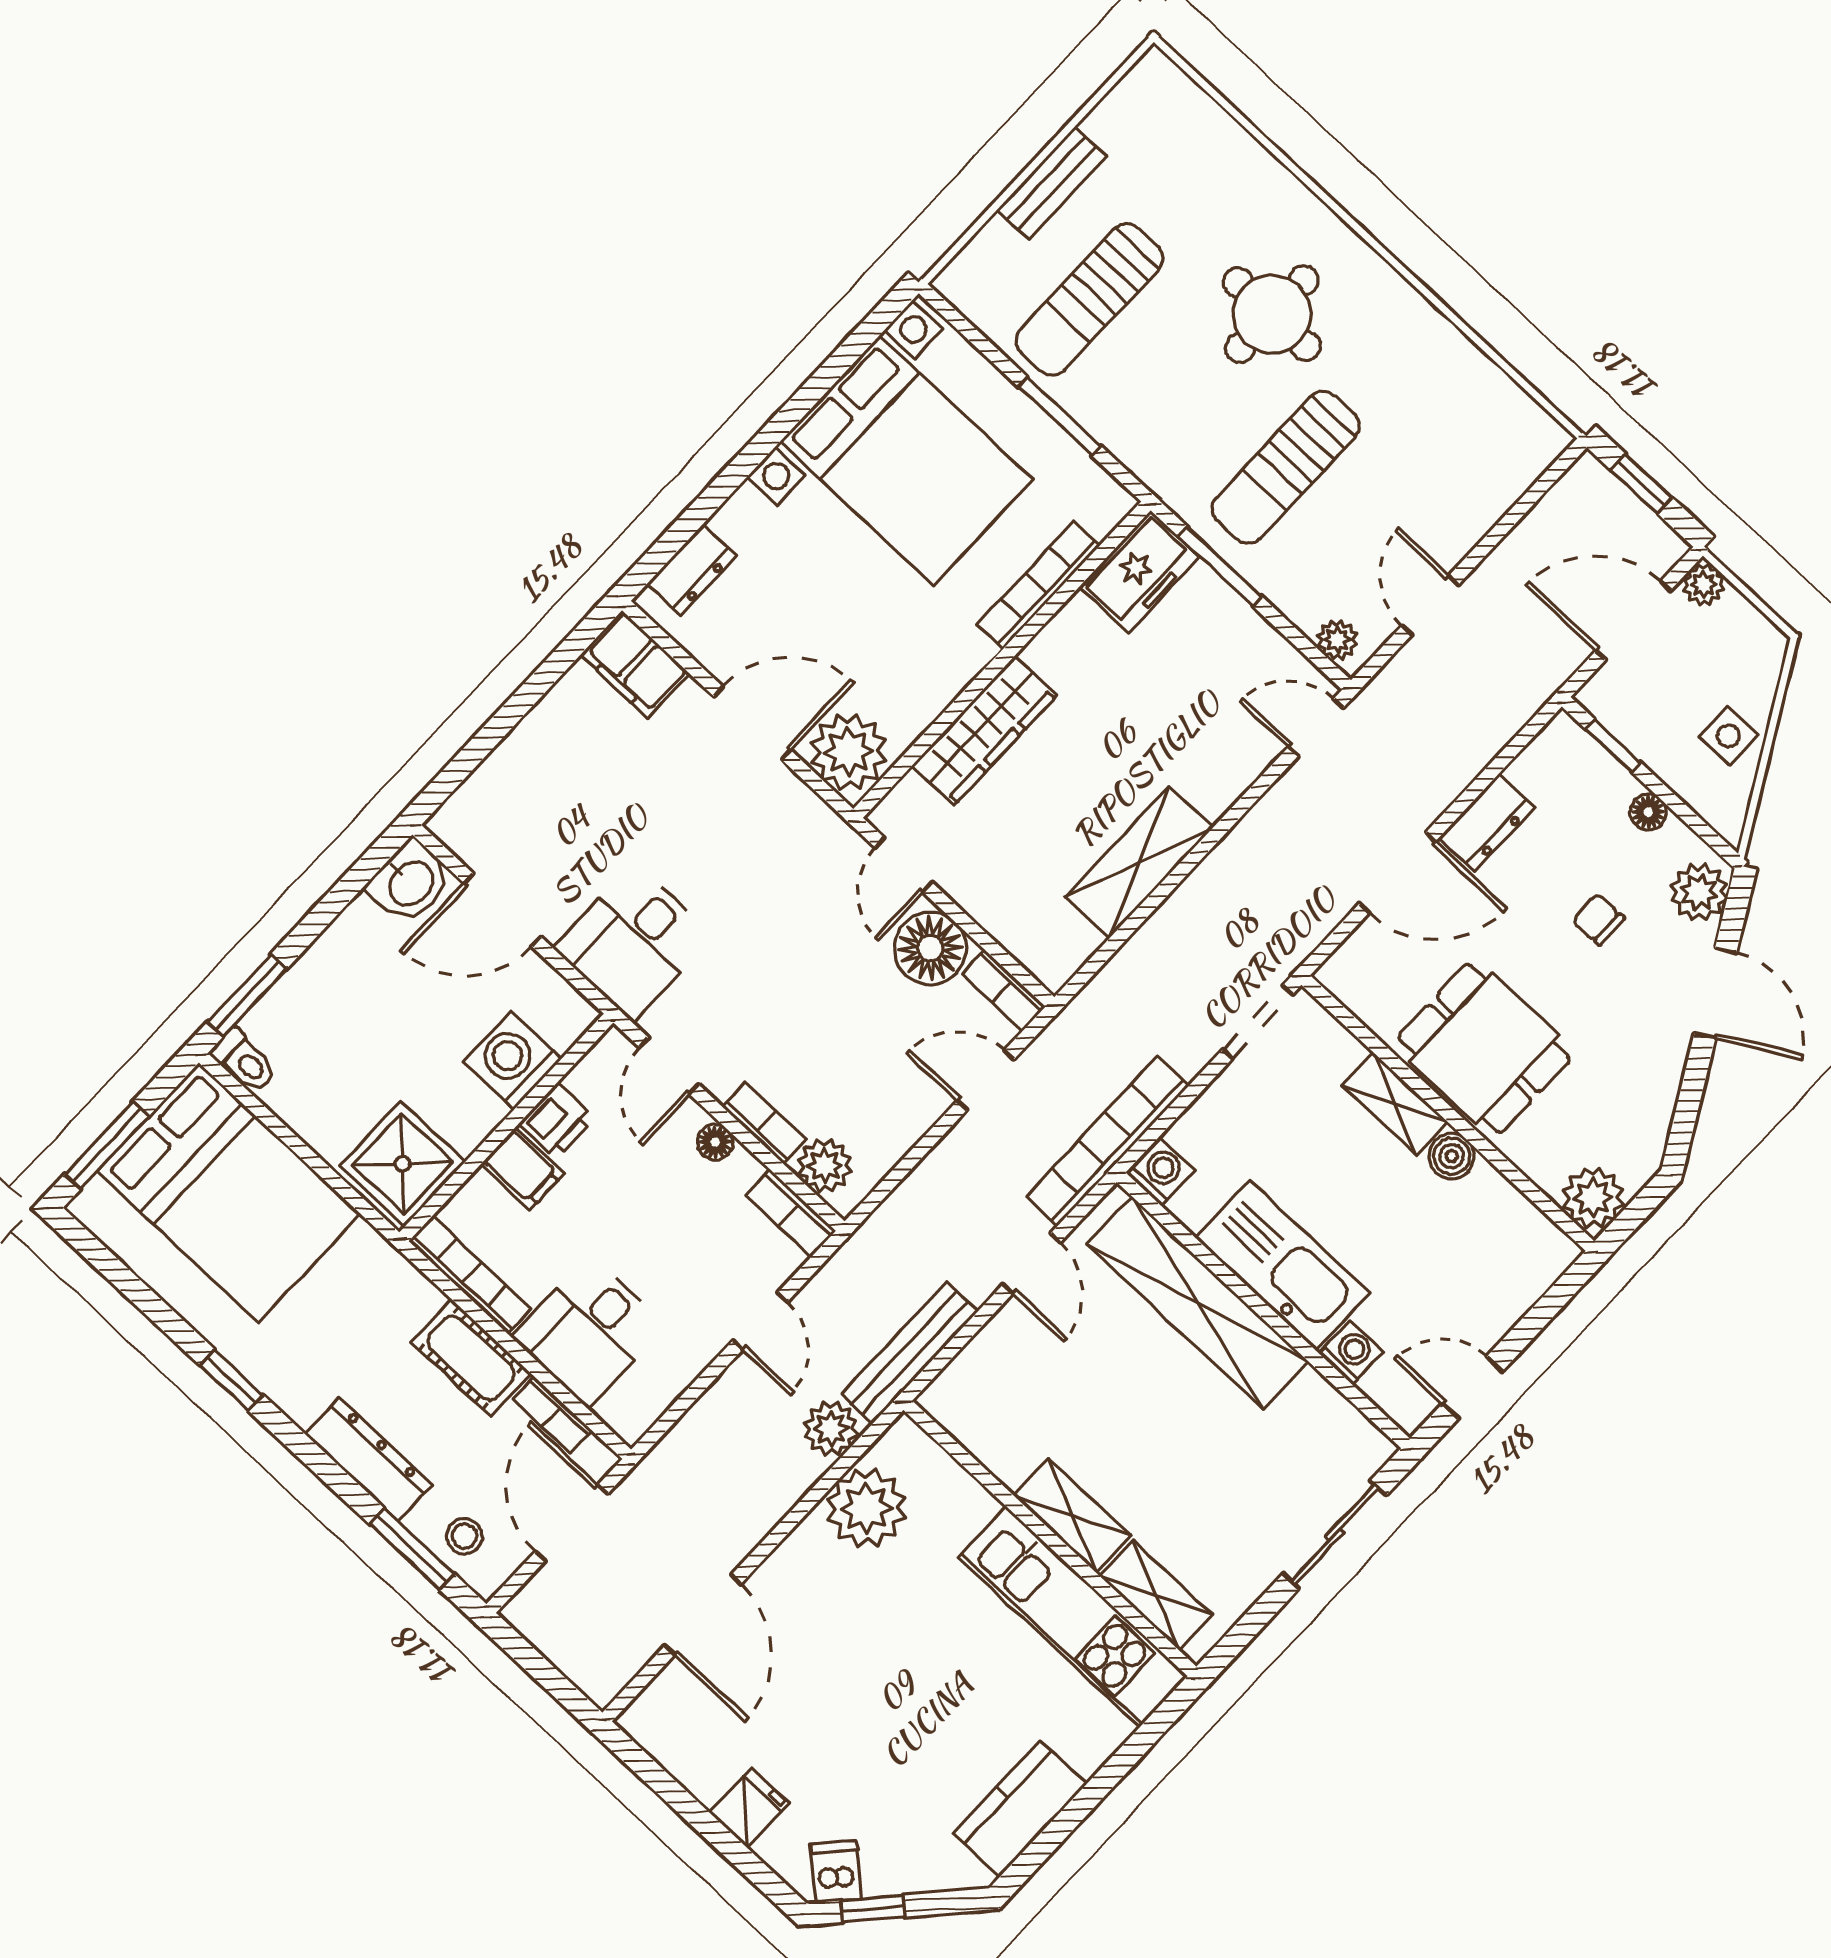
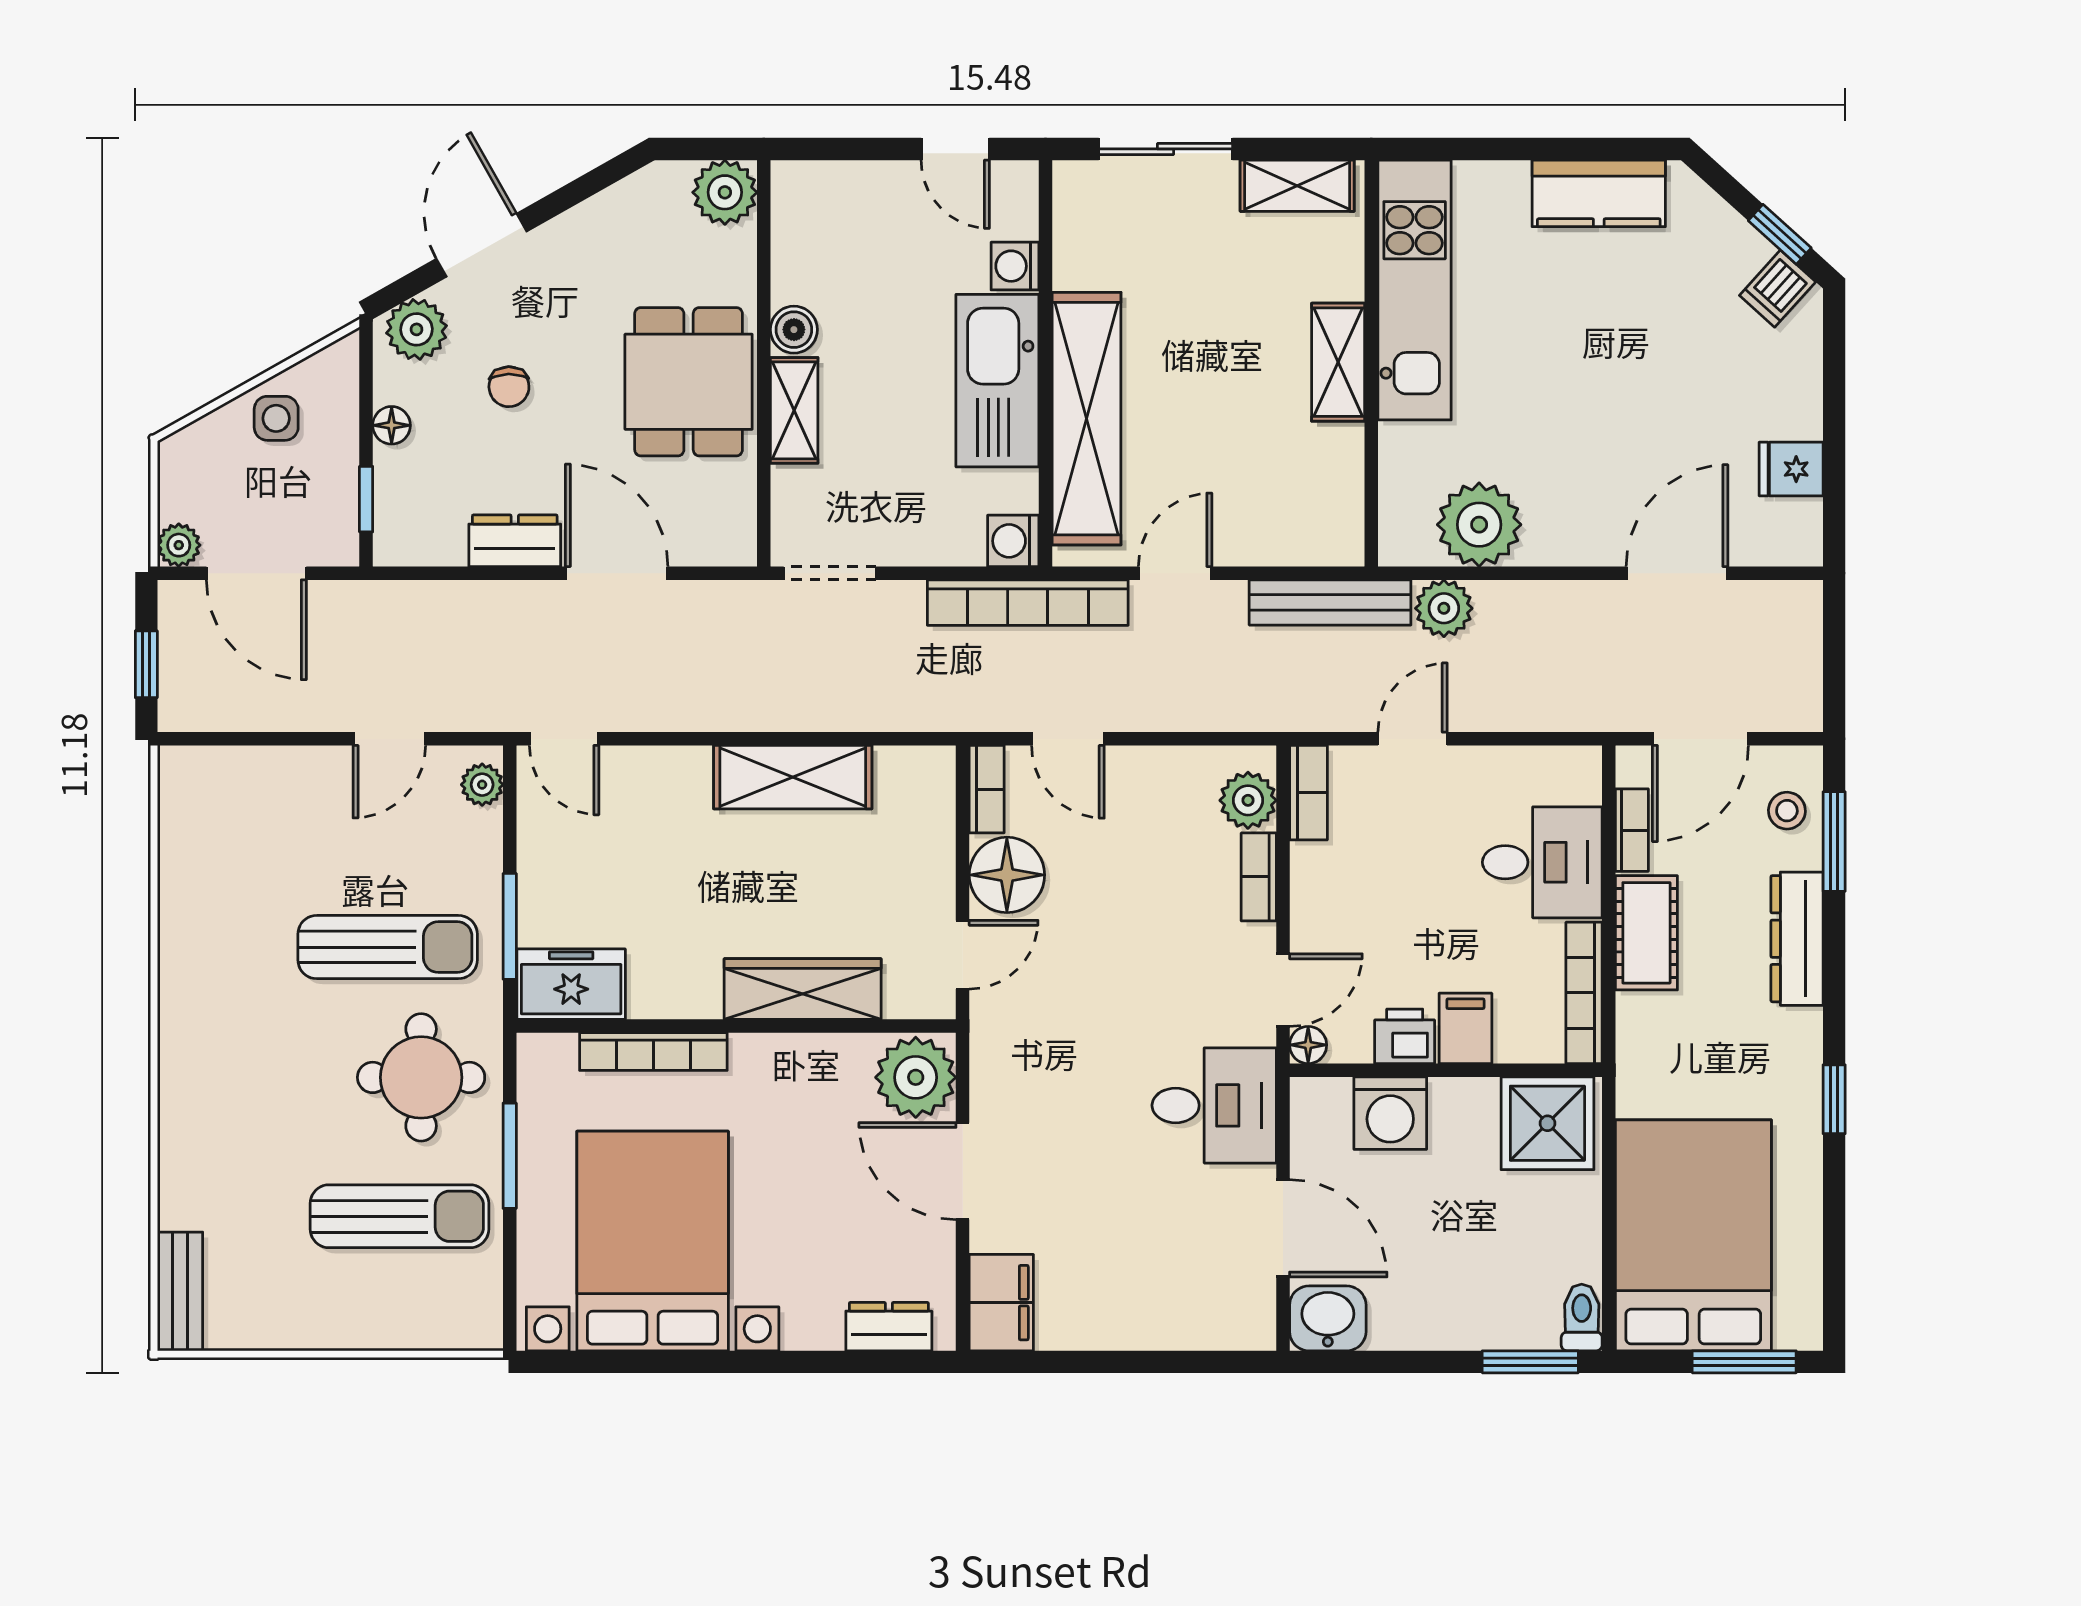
bench: (1052, 183) -> (180, 1291), moved, turned 90
round table: (1272, 314) -> (421, 1077), moved
floor lamp: (715, 1142) -> (1308, 1045), moved
shelving: (1156, 1595) -> (1297, 186), moved, turned 90
fridge: (749, 1808) -> (1791, 469), moved

